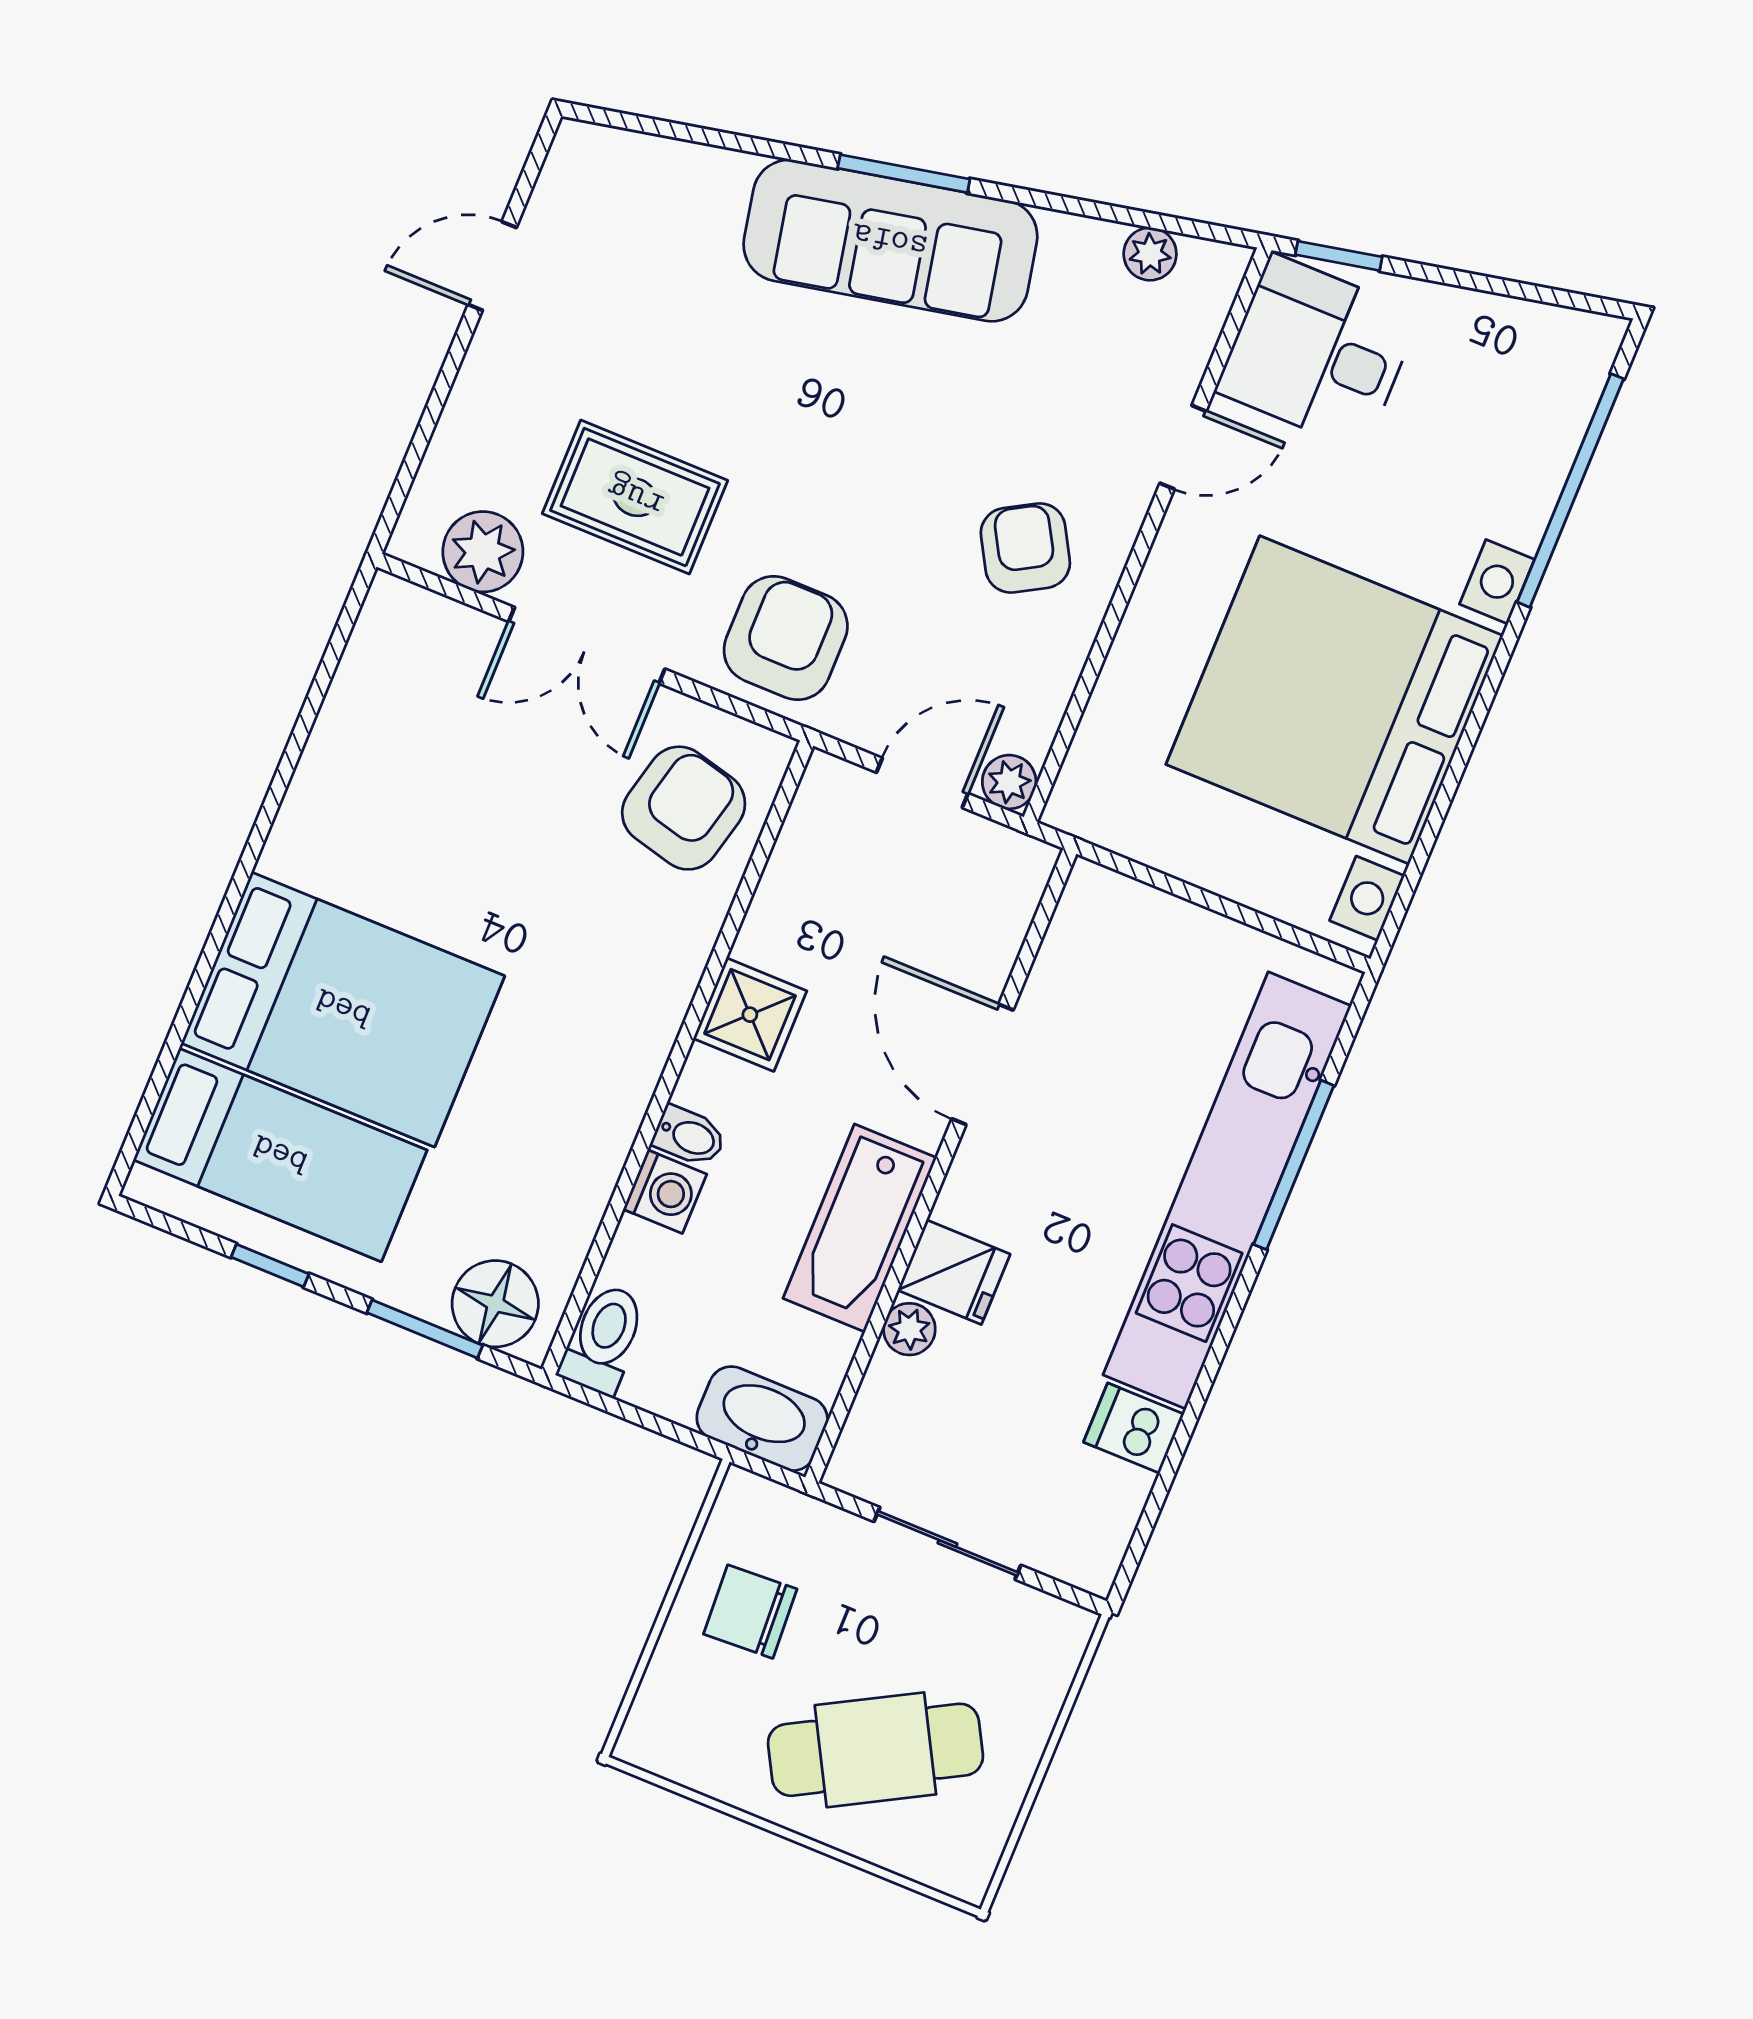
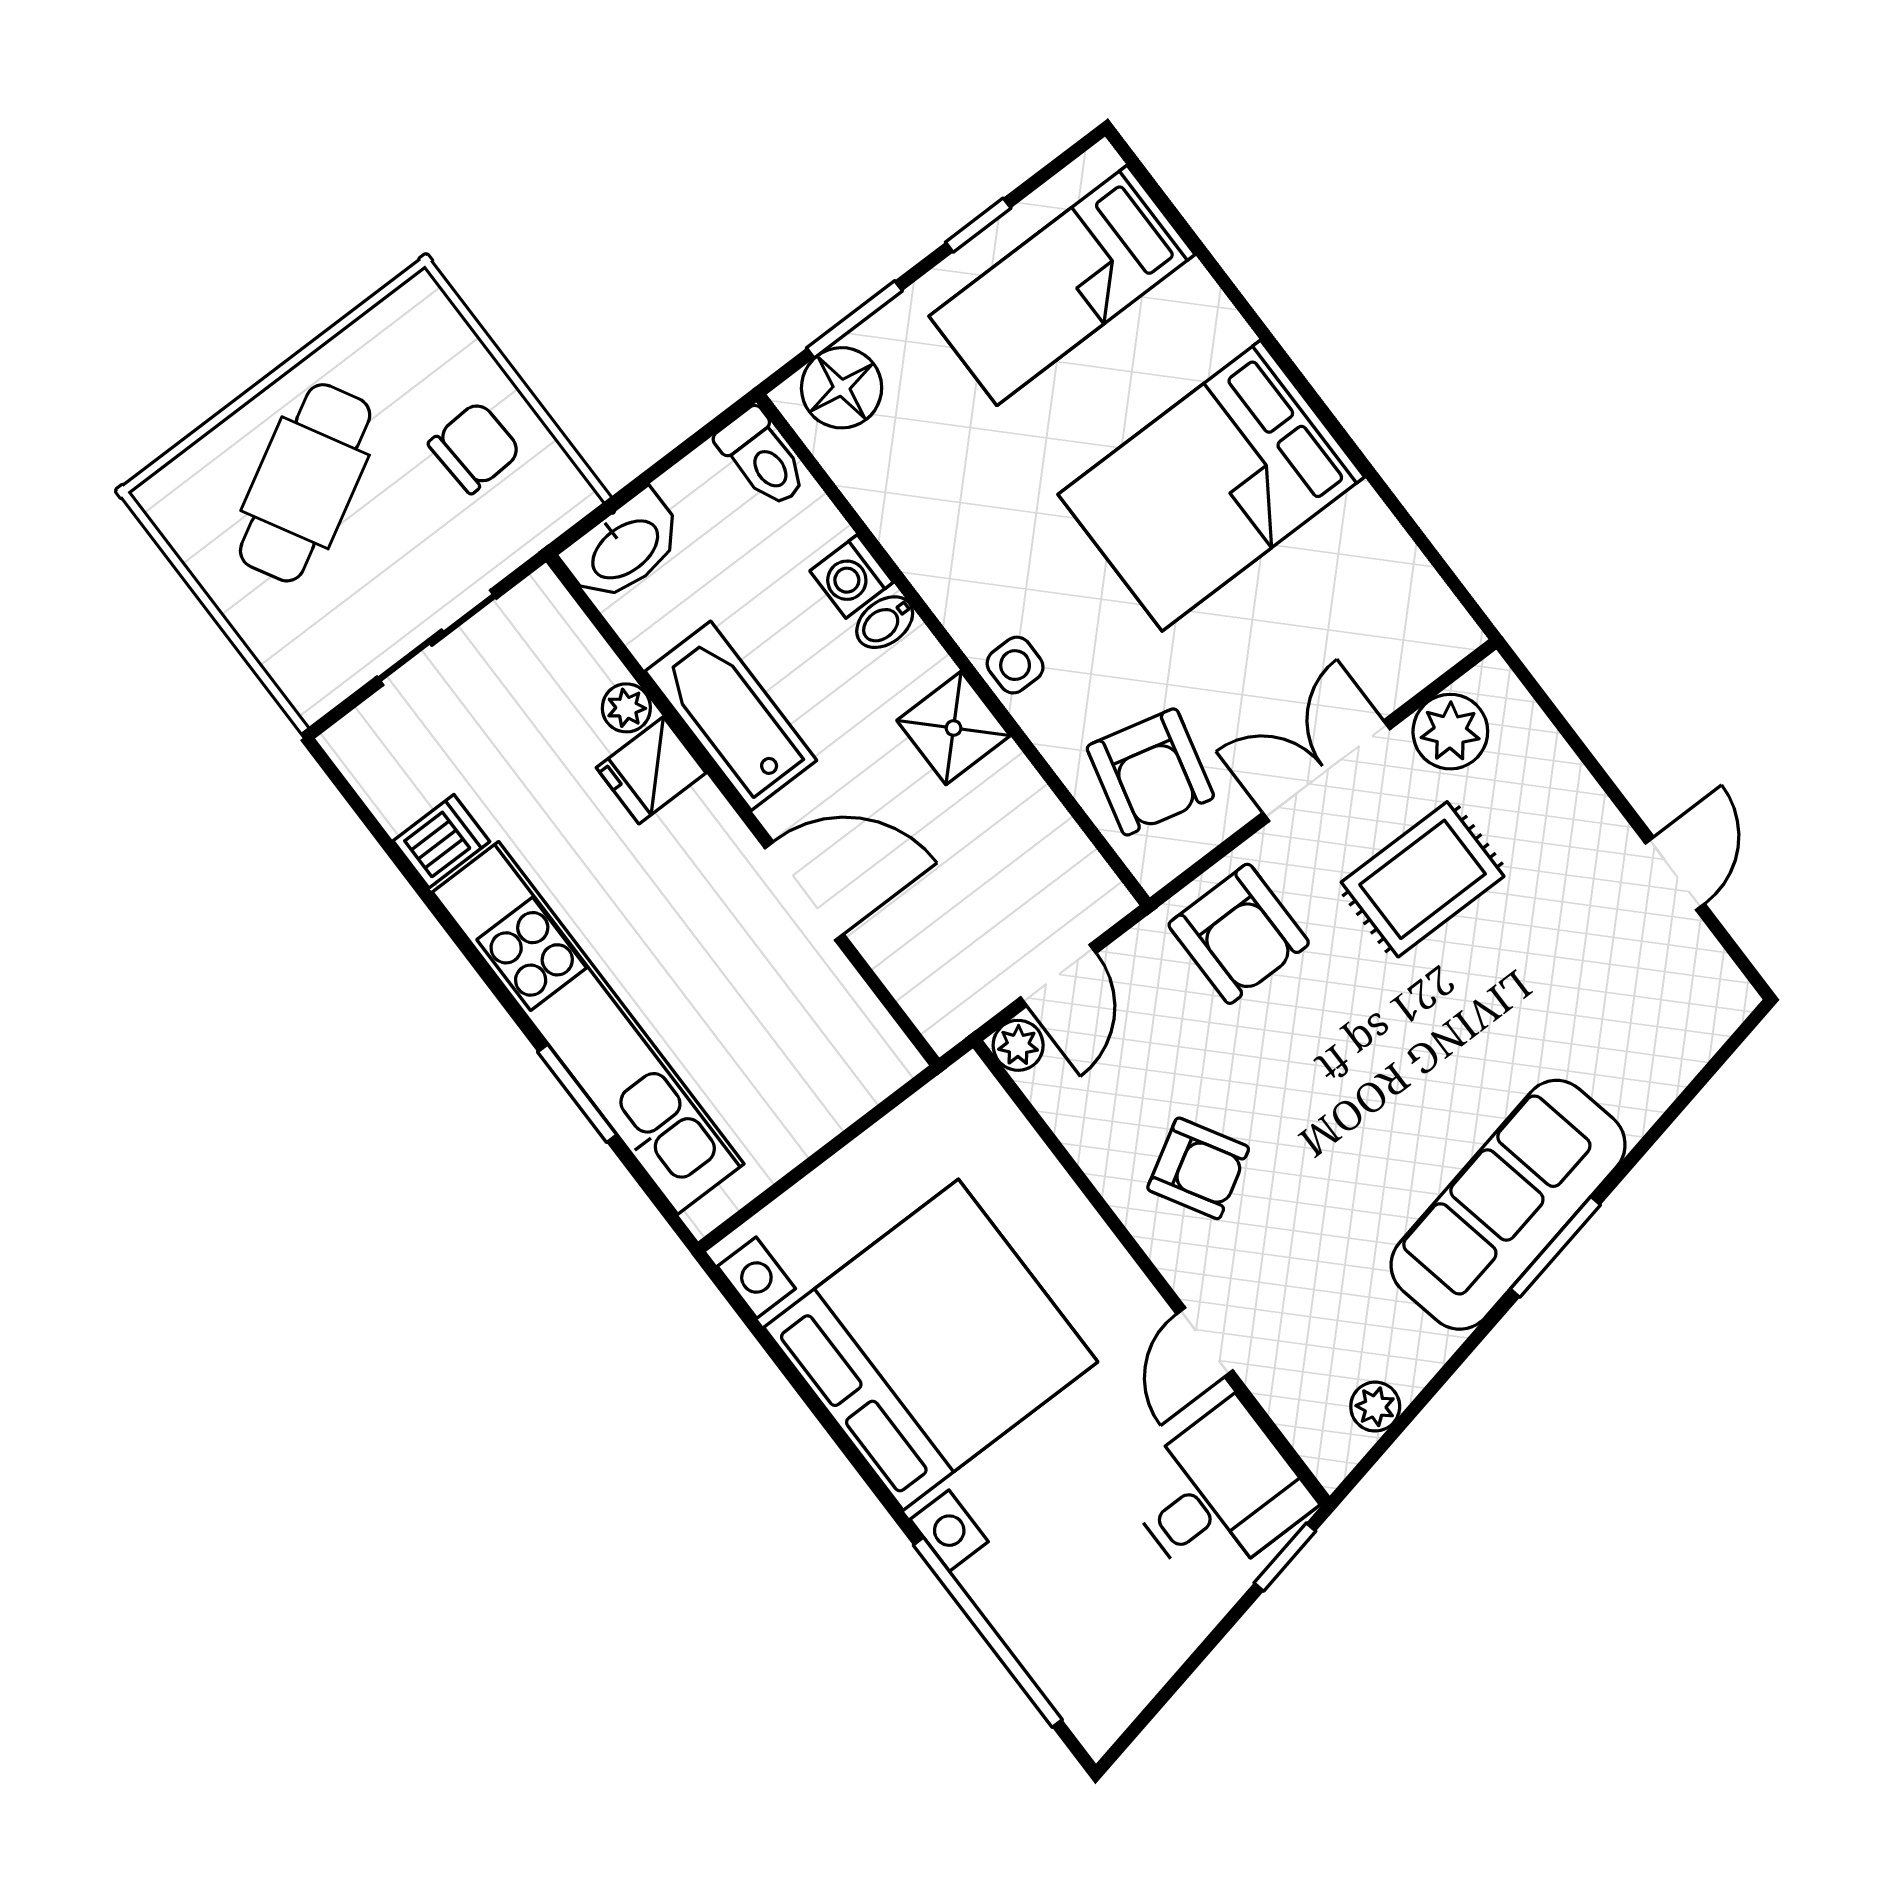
side table: (658, 992) -> (1015, 665), added
bed: (343, 1009) -> (1211, 486), moved
window: (1294, 1165) -> (577, 1093), width x0.69

